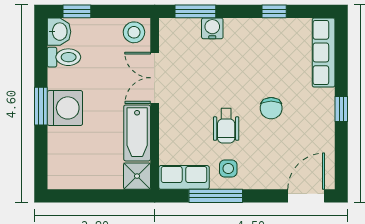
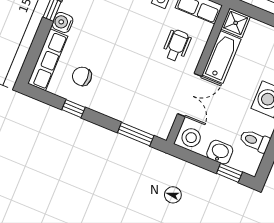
water cooler: (212, 28) -> (63, 22), moved, turned 90
washbasin: (59, 32) -> (220, 152), moved, turned 90
chair: (271, 108) -> (82, 76), moved, turned -90
wheelchair: (226, 126) -> (177, 45), moved

